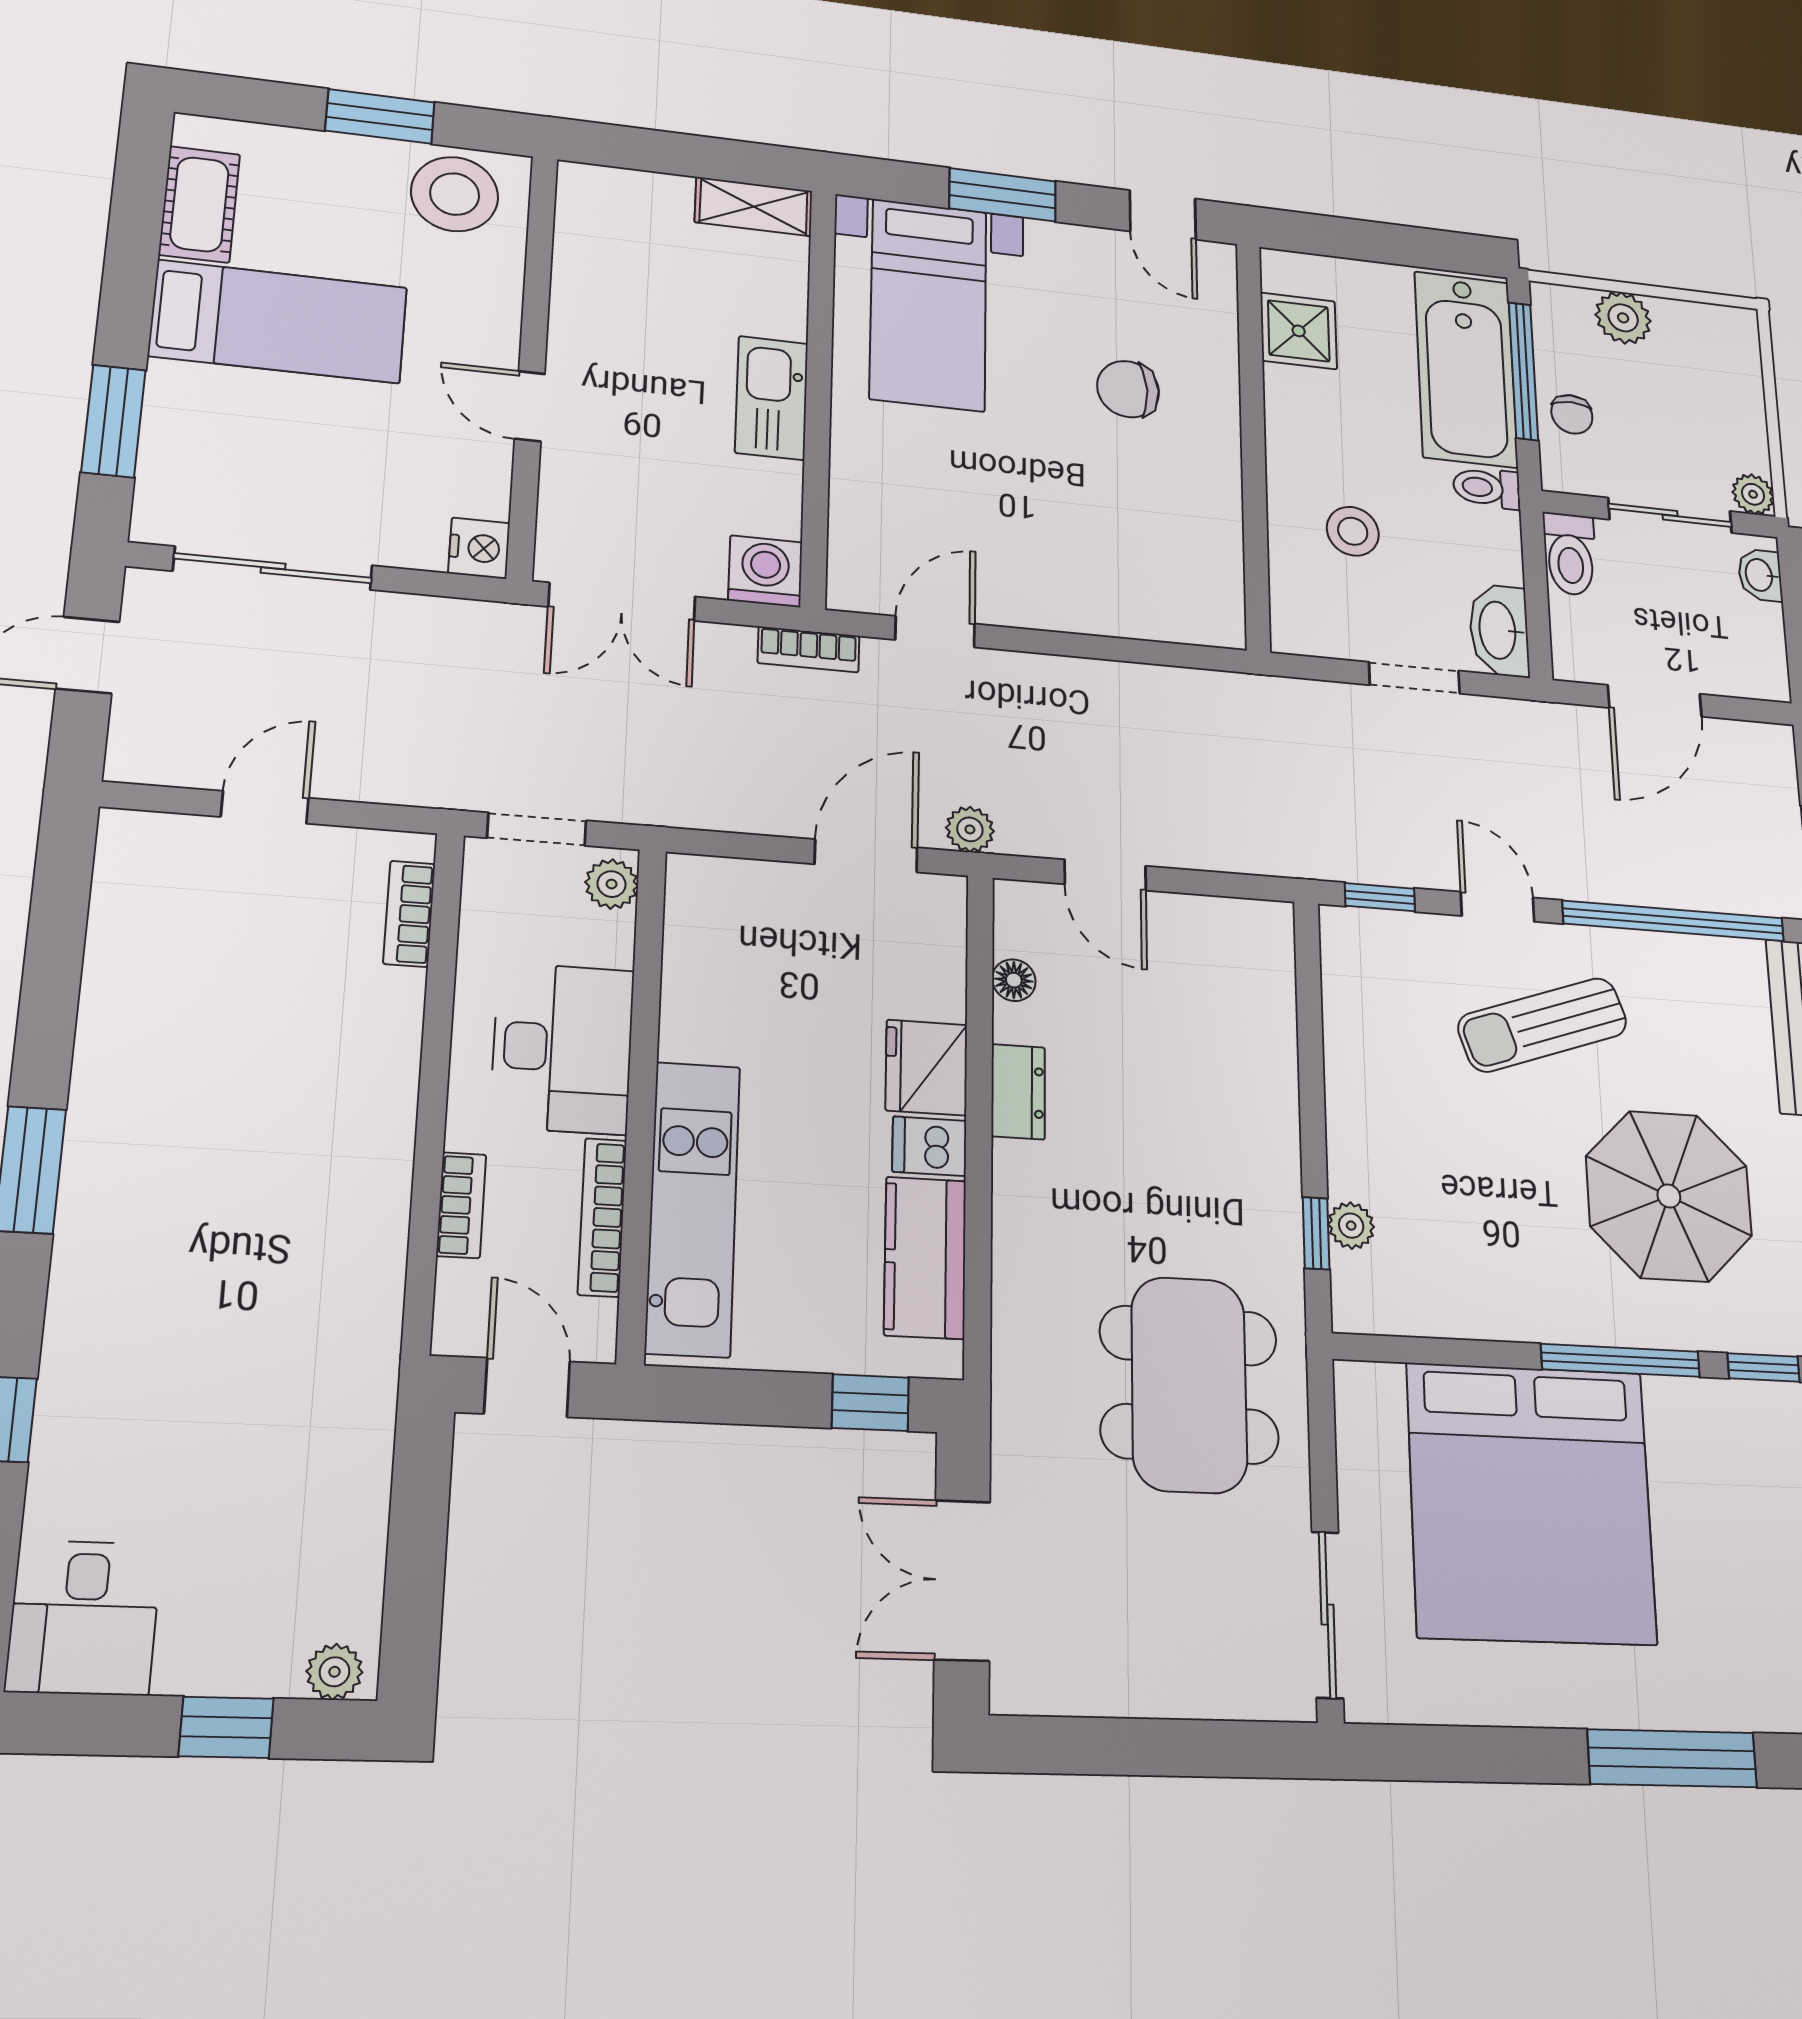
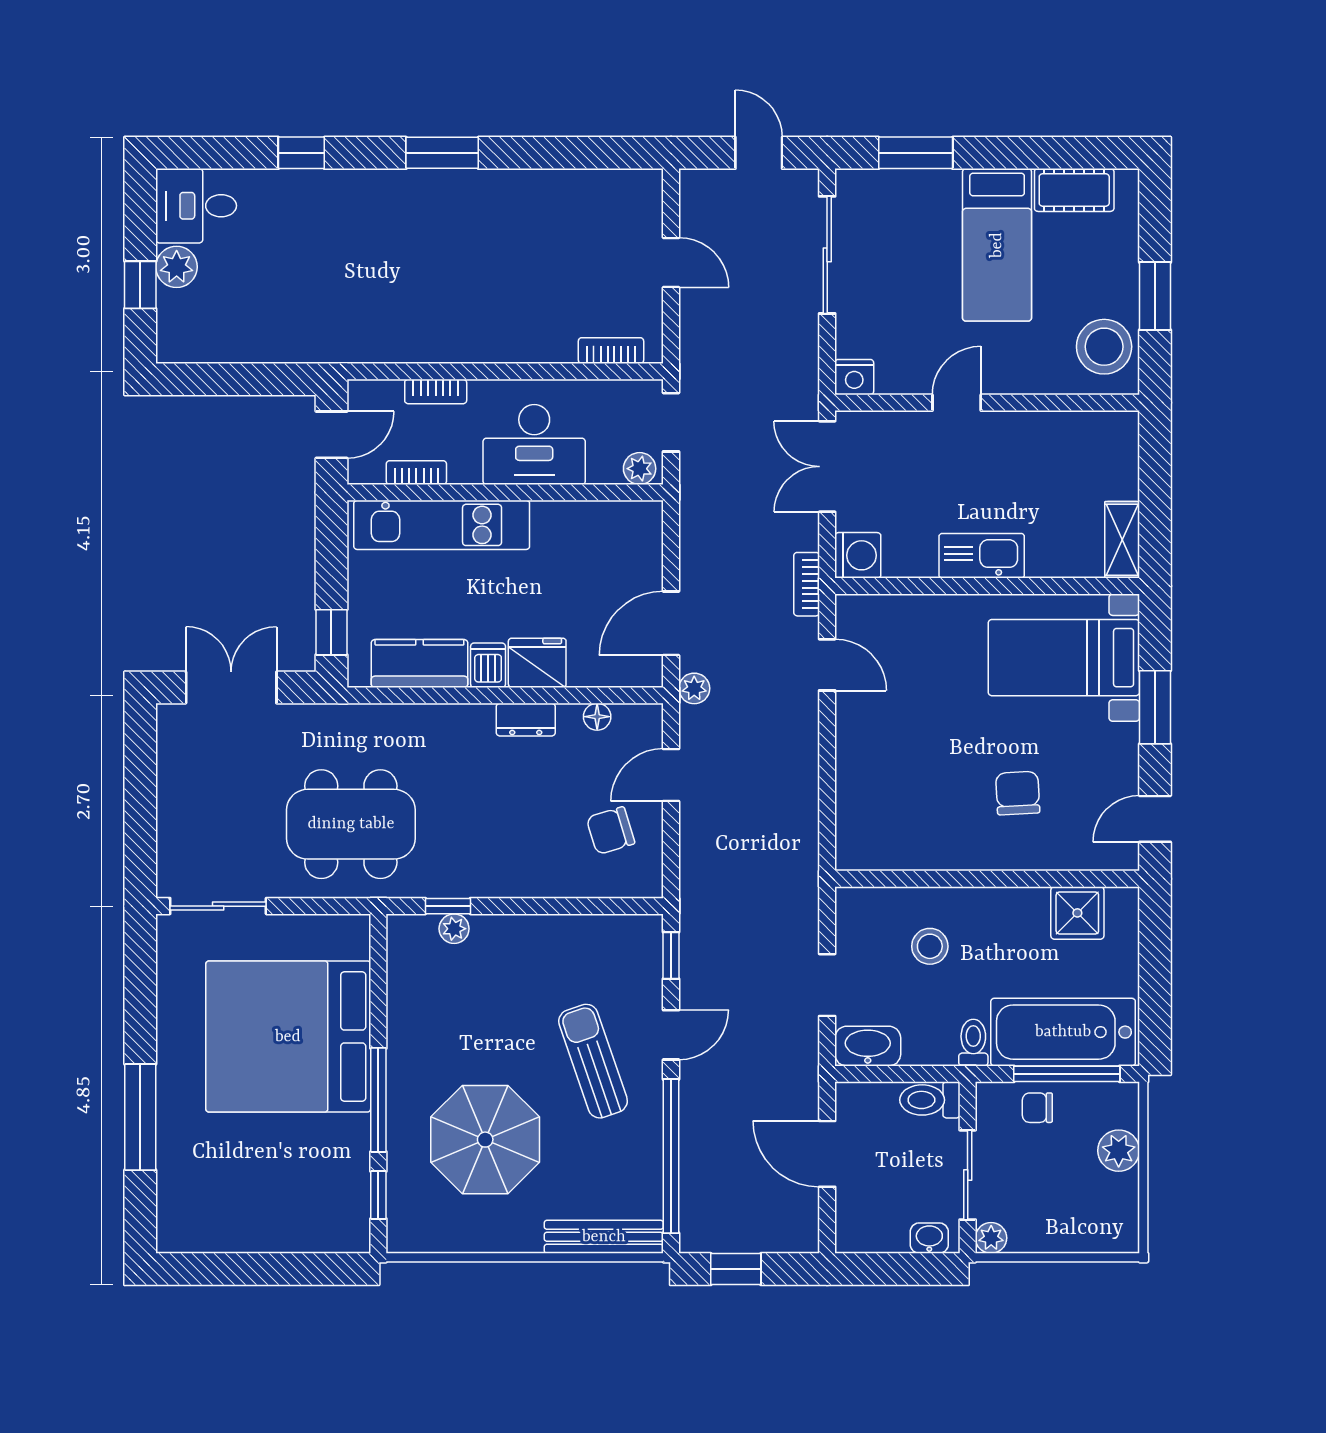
door: (866, 856) -> (671, 623), swing flipped
chair: (1193, 973) -> (610, 831), added
bookcase: (602, 1217) -> (416, 473), width x0.64
plant: (334, 1672) -> (177, 267), moved, width x1.38, depth x1.38

